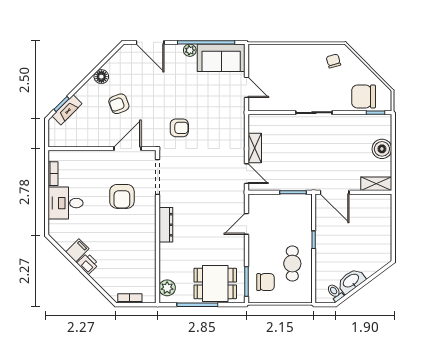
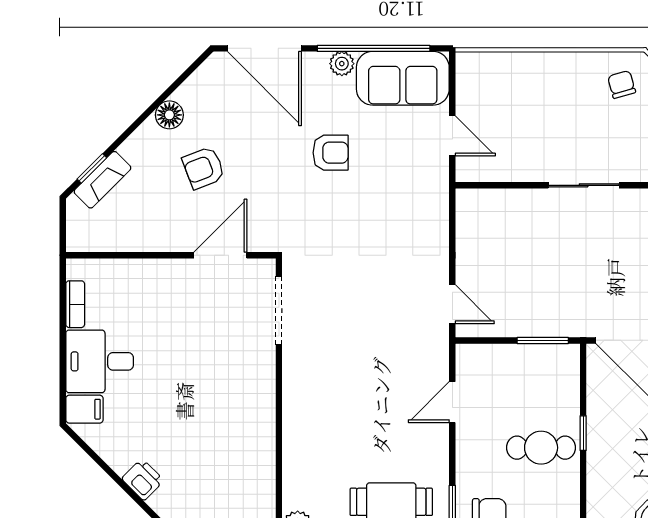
door: (150, 42) -> (264, 48), width x1.36
armchair: (179, 128) -> (331, 153), moved
shelving: (255, 148) -> (468, 254), removed
armchair: (122, 196) -> (210, 348), removed
dresser: (166, 225) -> (295, 404), removed
filing cabinet: (77, 250) -> (84, 409), moved, turned 45
cafe table: (292, 264) -> (541, 448), moved, turned 90

